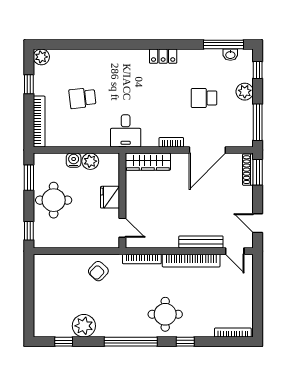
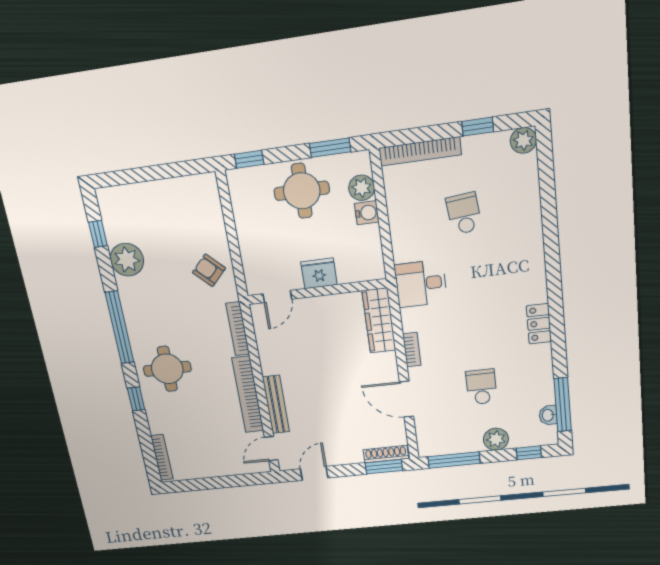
door: (207, 150) -> (407, 399), width x0.73
plant: (90, 161) -> (362, 188), moved

